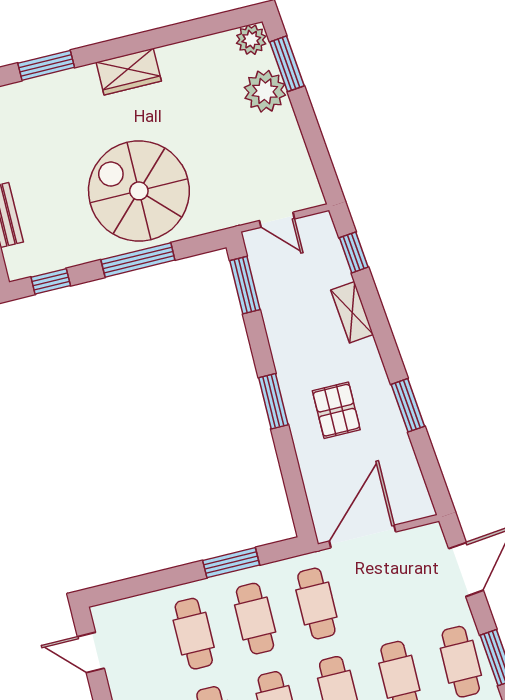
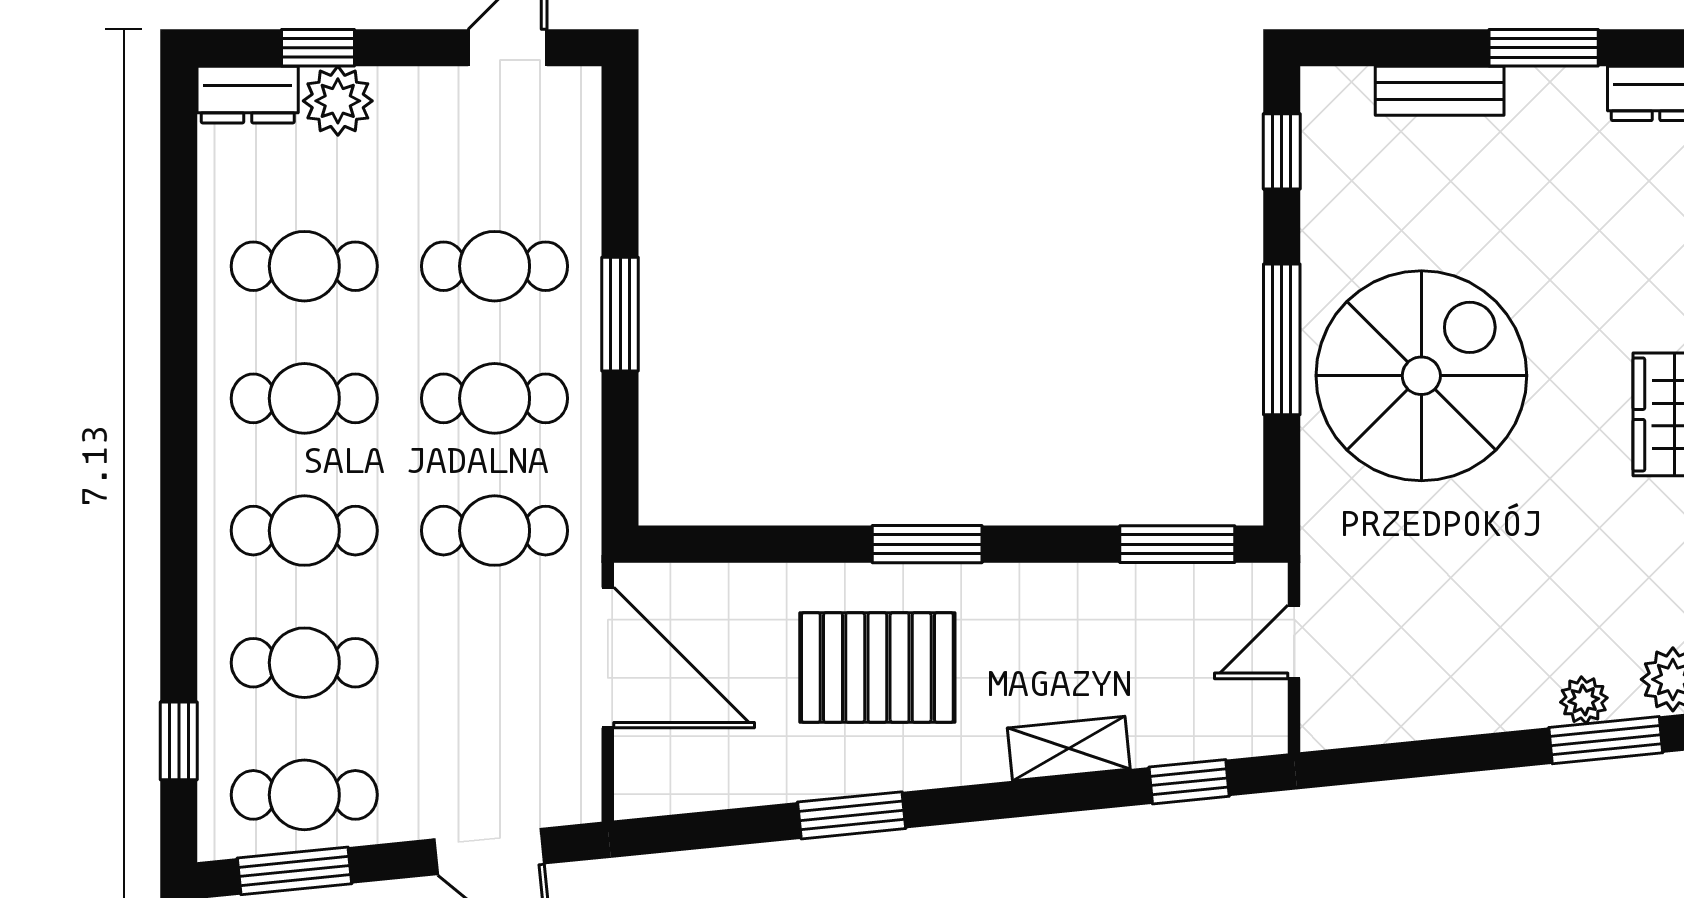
plant: (265, 91) -> (1584, 700), width x0.53, depth x0.53
pallet: (336, 410) -> (877, 667), width x1.50, depth x1.42
window: (231, 563) -> (620, 314), moved

